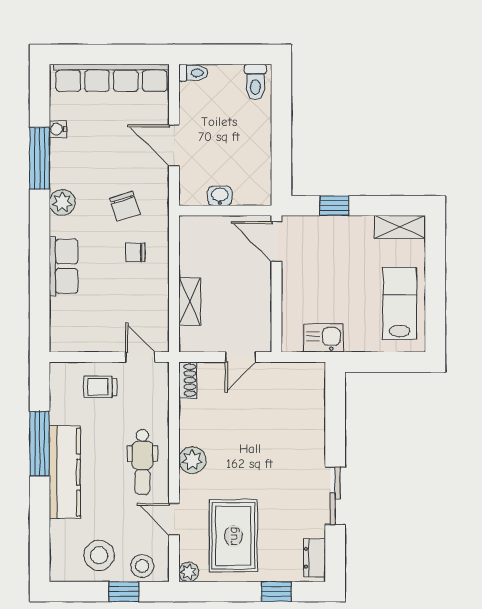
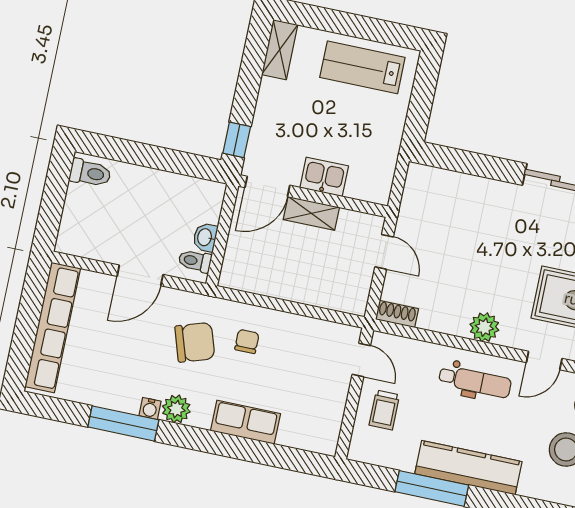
toilet: (193, 73) -> (195, 261), moved, turned -90
water cooler: (58, 129) -> (150, 408), moved
chair: (125, 206) -> (195, 342), width x1.37, depth x1.37
window: (334, 206) -> (237, 140), moved
chair: (135, 252) -> (247, 341), turned 180
shelving: (190, 301) -> (311, 213), moved
kitchen sink: (324, 338) -> (324, 177), moved, turned 90
door: (140, 357) -> (361, 360), swing flipped

